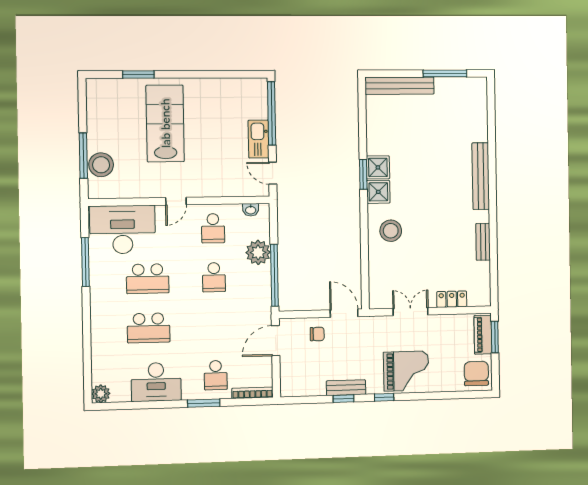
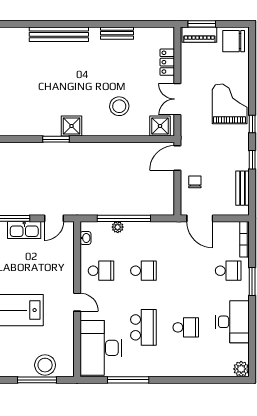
shower: (378, 167) -> (160, 126), moved
stool: (391, 231) -> (119, 106), moved
plant: (258, 252) -> (118, 227), width x0.53, depth x0.53
window: (274, 275) -> (124, 218), moved
school desk: (149, 328) -> (186, 327), width x0.54
bench: (346, 388) -> (243, 188), moved

